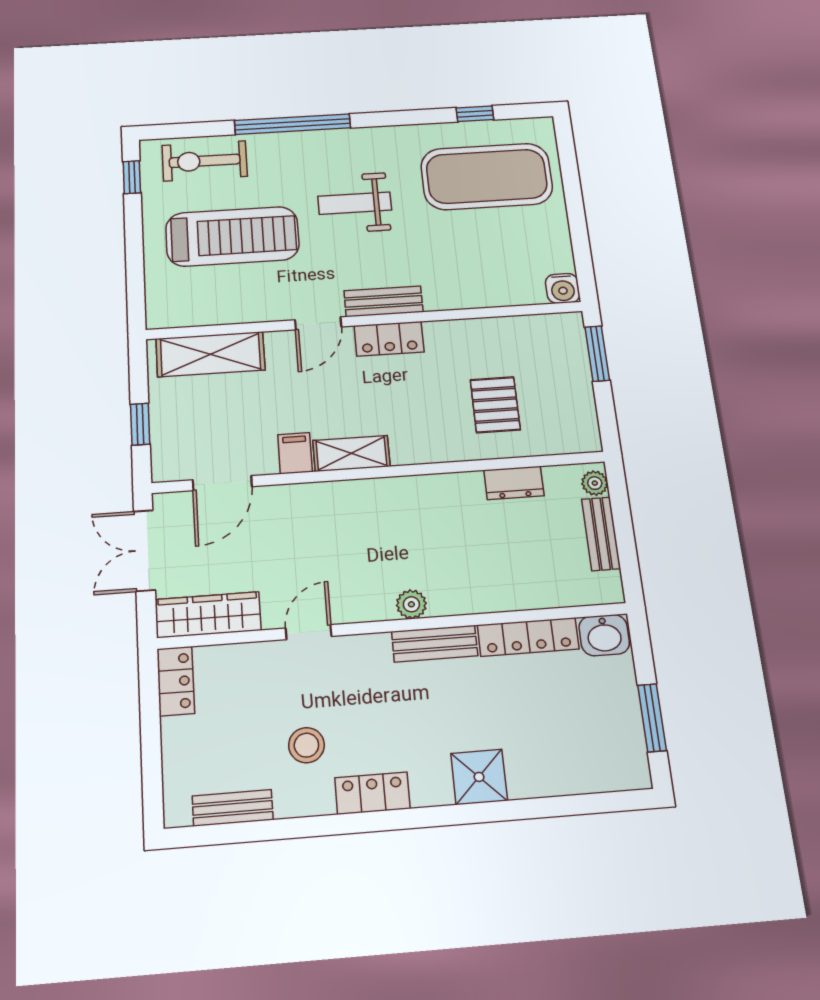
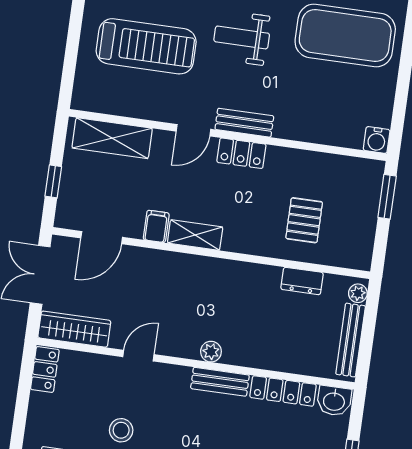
bench: (601, 534) -> (351, 340), width x1.36

